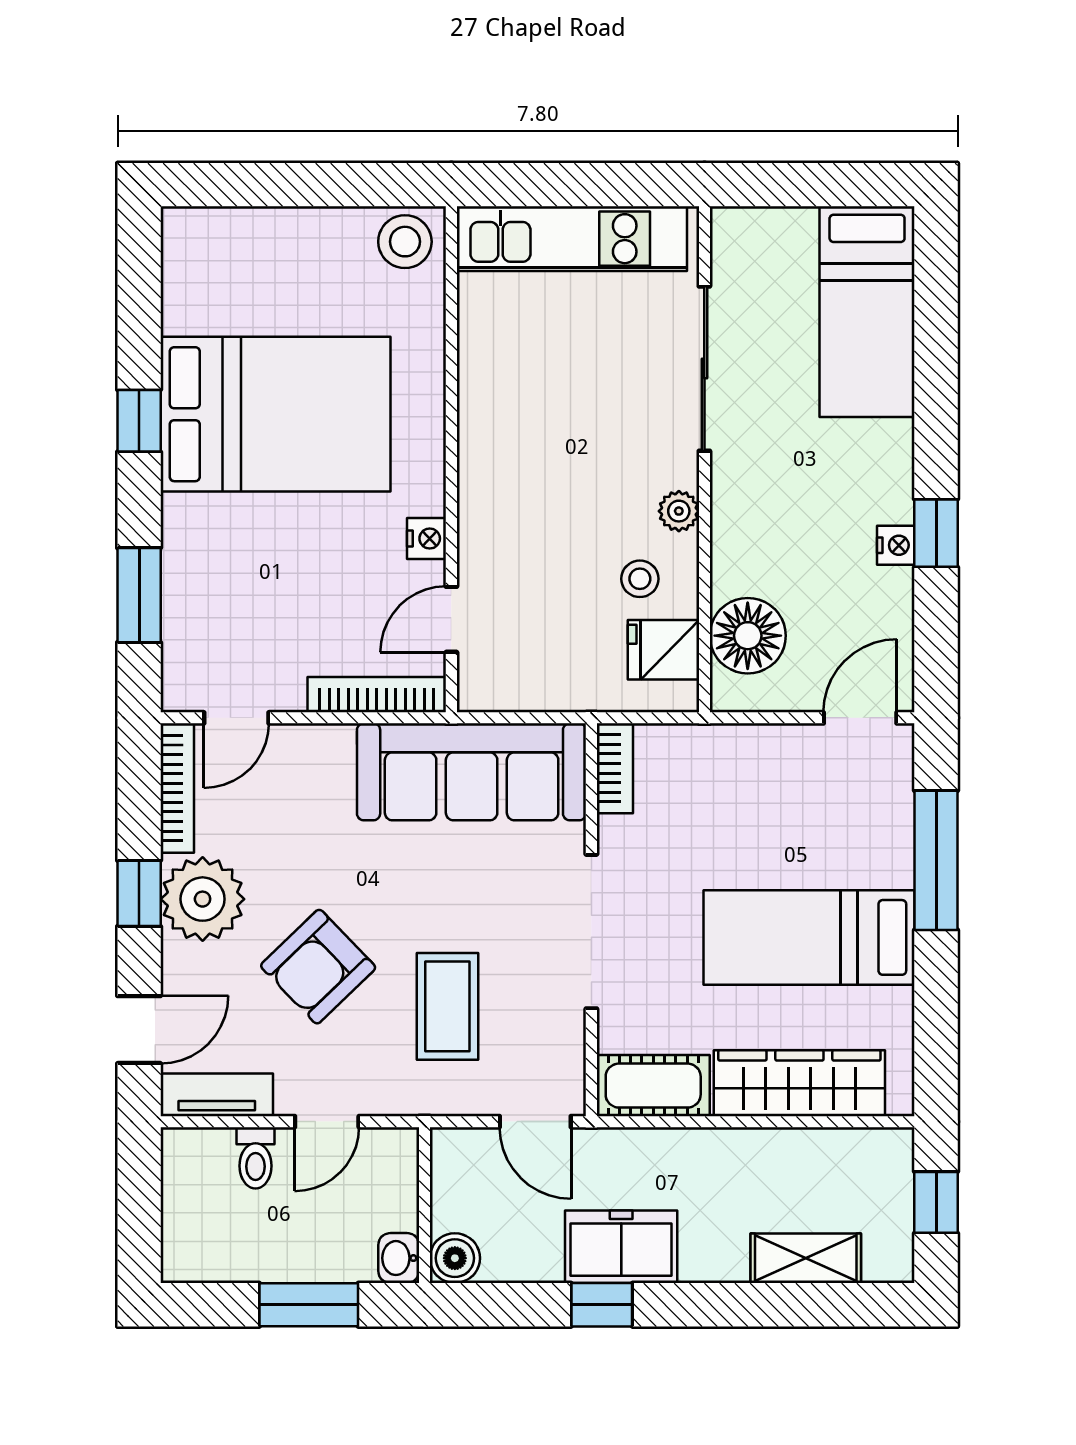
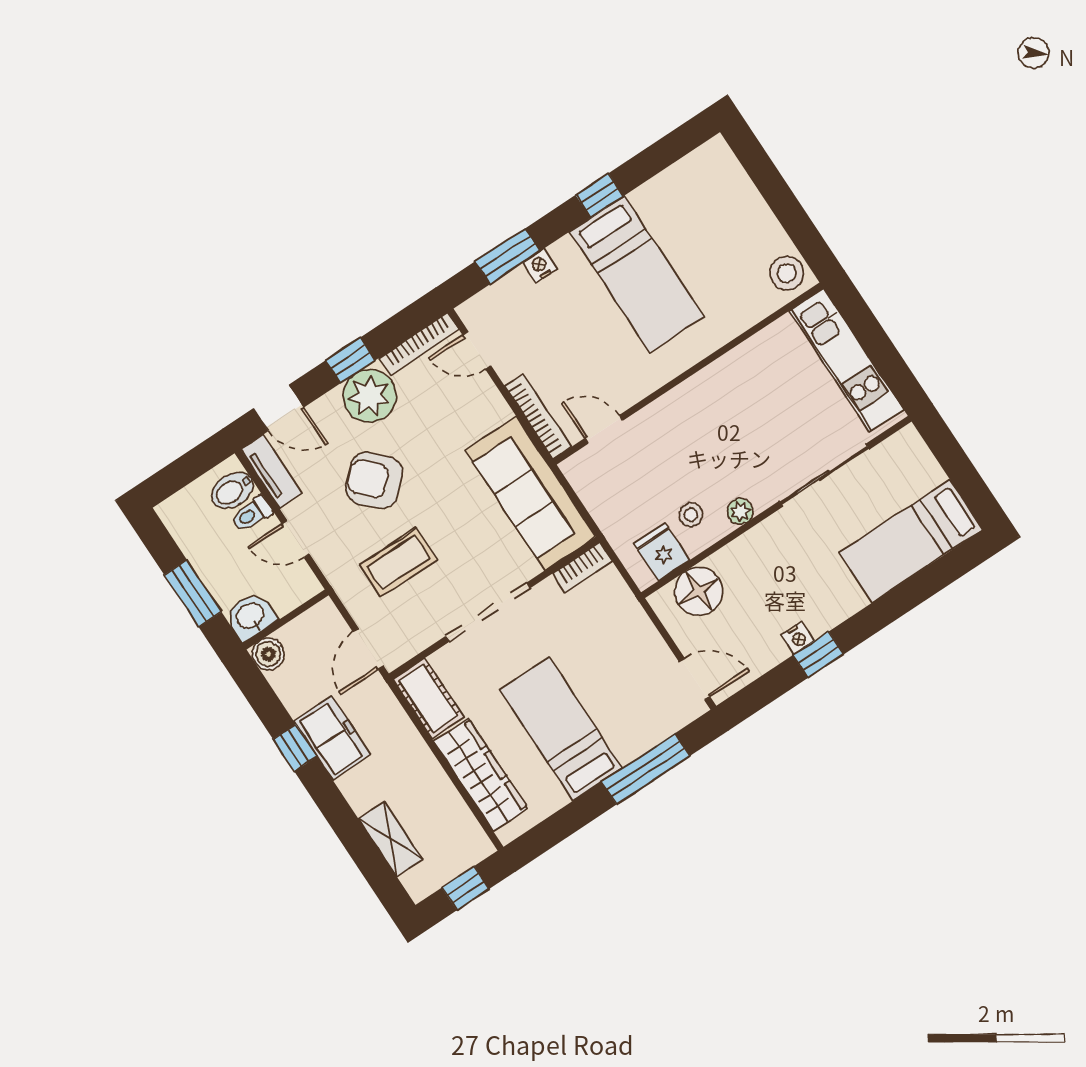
bed: (275, 414) -> (637, 274), width x0.67
nightstand: (427, 539) -> (540, 266), moved, turned 180
bidet: (208, 1163) -> (232, 490), added
washbasin: (399, 1258) -> (251, 616), width x1.38, depth x1.45

